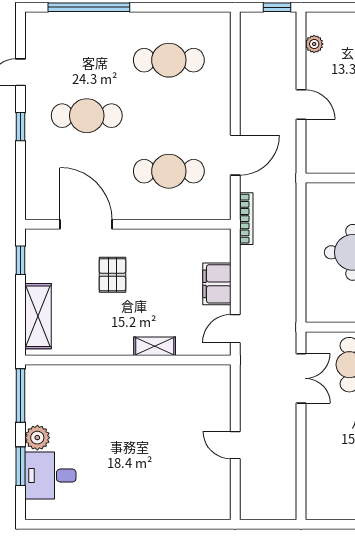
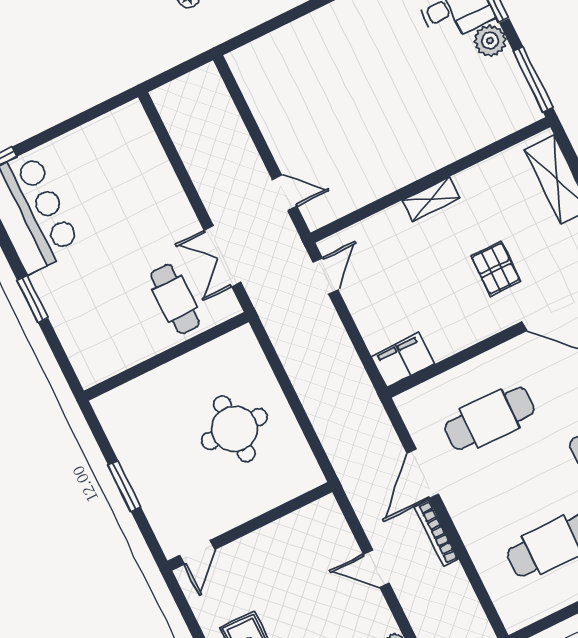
bookcase: (246, 219) -> (436, 533), moved
filing cabinet: (217, 284) -> (403, 360), moved, turned -90
shelving: (155, 346) -> (431, 199), moved
door: (235, 445) -> (285, 193), moved

